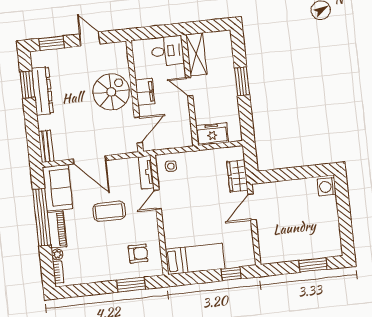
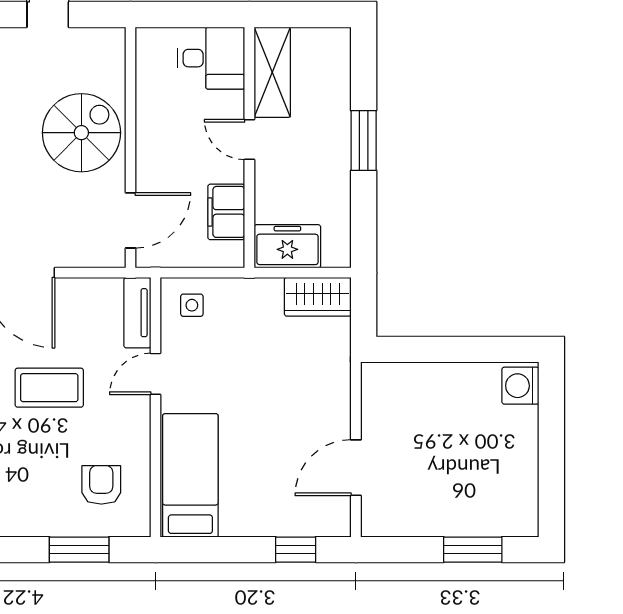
filing cabinet: (145, 92) -> (226, 212), moved, turned 180
wardrobe: (237, 176) -> (318, 297), moved, turned -90
door: (252, 207) -> (356, 468), moved
armchair: (138, 254) -> (101, 485), turned -90
bed: (195, 259) -> (190, 475), moved, turned -90

